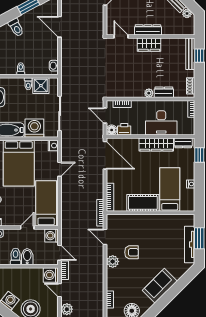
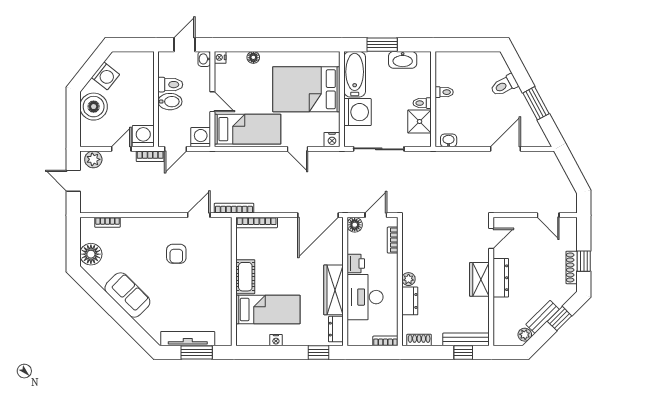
printer: (124, 129) -> (356, 264), moved
cot: (143, 203) -> (245, 277), width x0.73, depth x0.75
plant: (113, 261) -> (163, 226), removed

